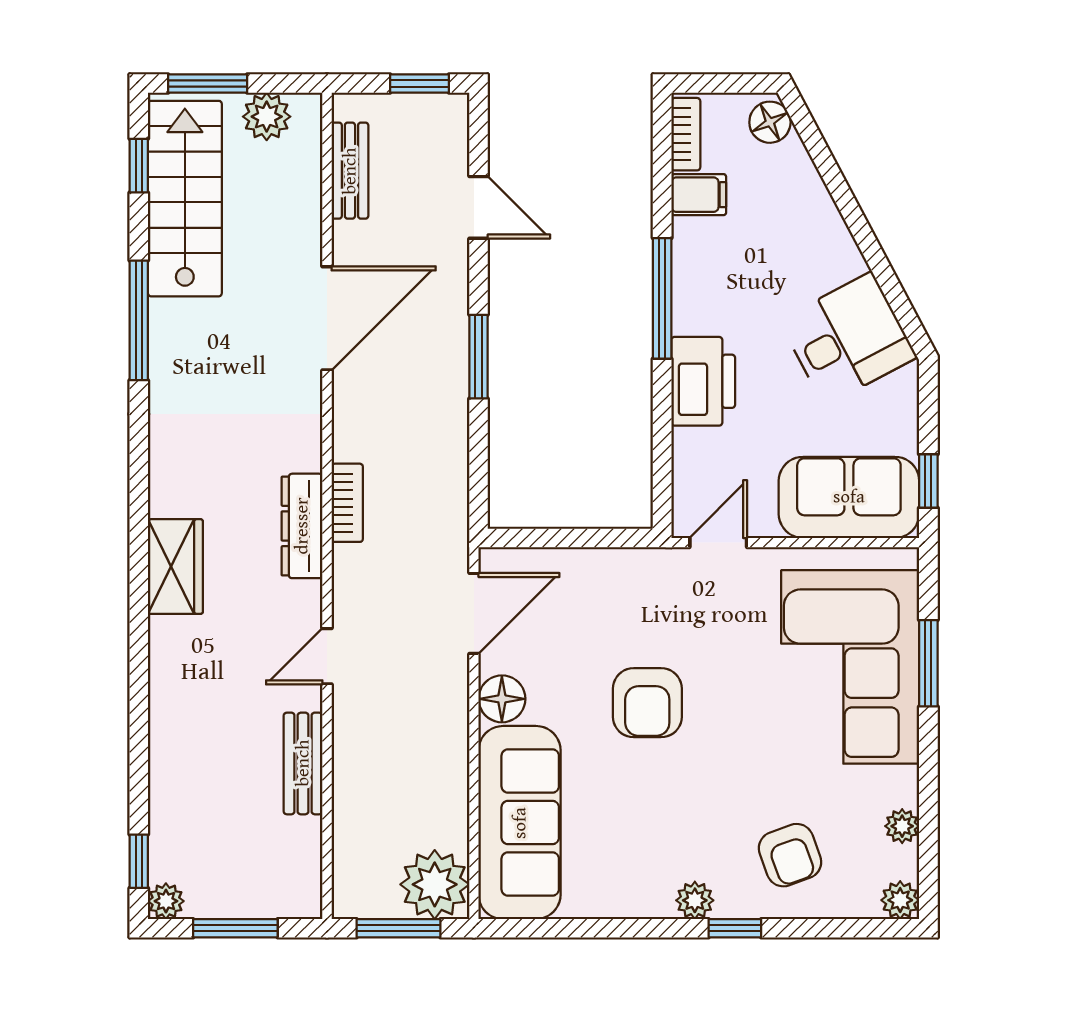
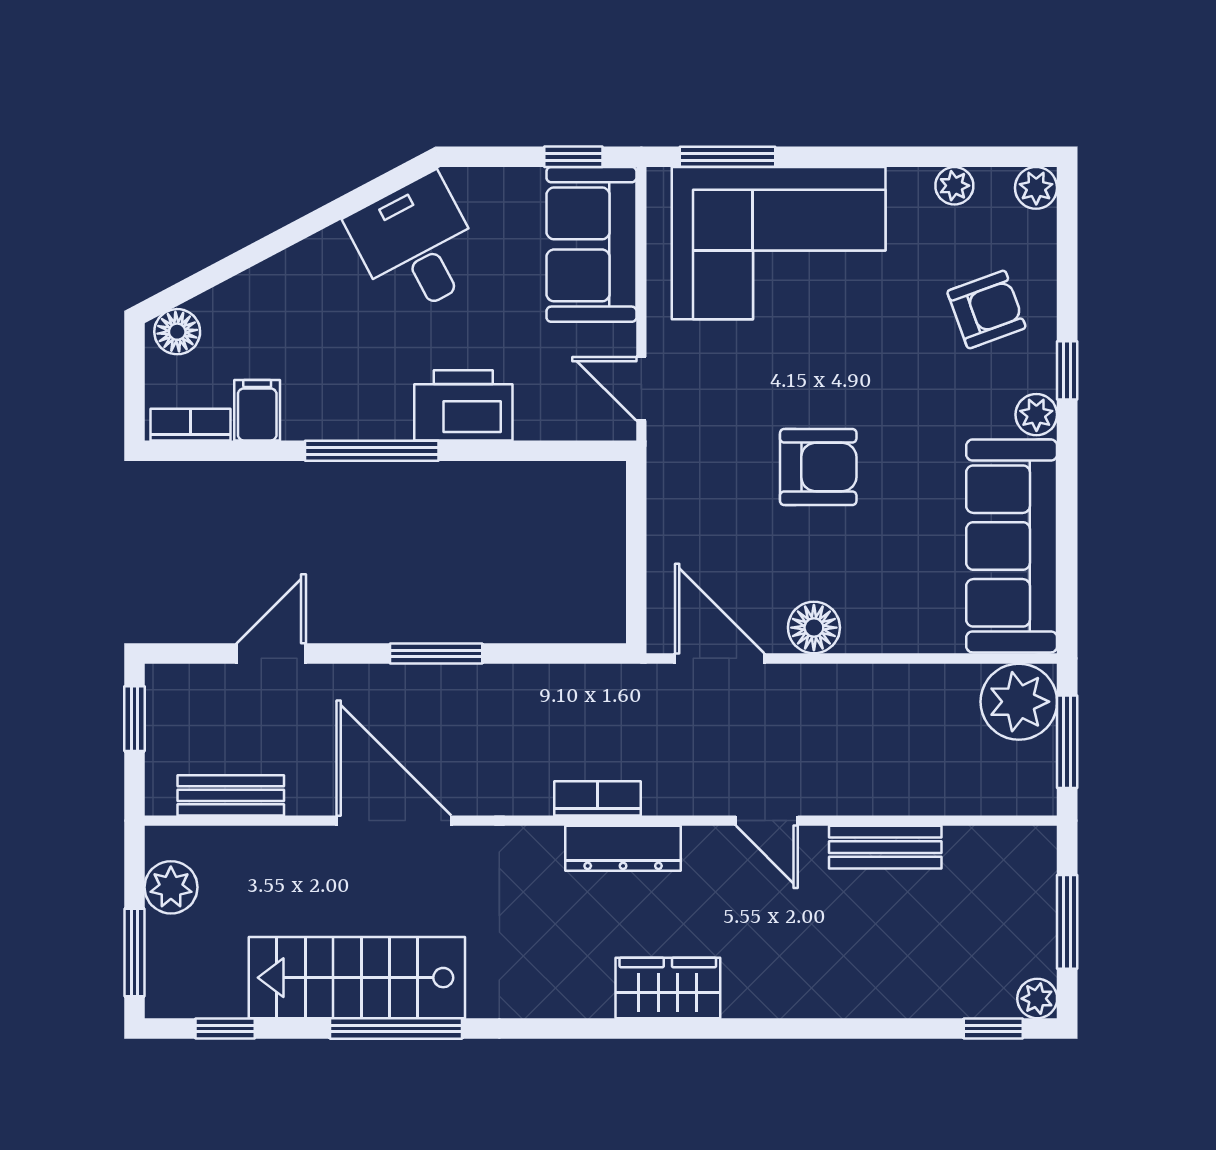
stairs: (185, 199) -> (357, 978), moved
window: (928, 663) -> (728, 157), moved
sofa: (520, 823) -> (1012, 546), moved, turned -90

